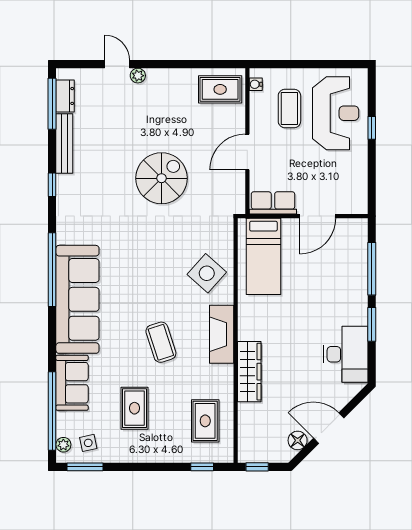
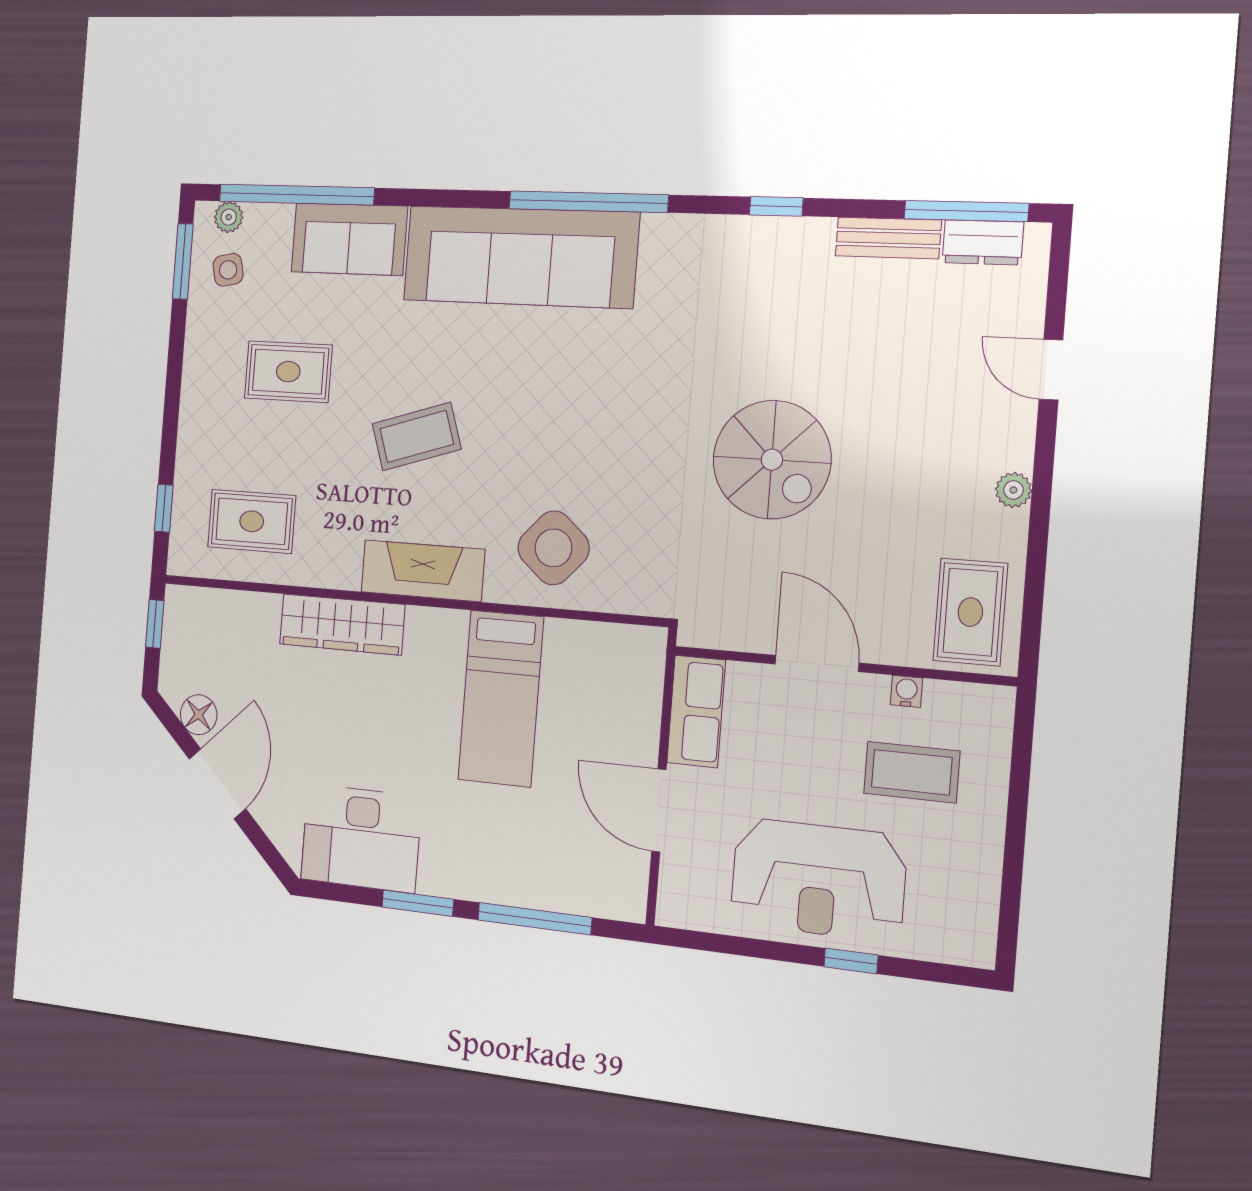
door: (117, 64) -> (1051, 370), swing flipped
plant: (138, 76) -> (1013, 490), moved
water cooler: (256, 84) -> (906, 691), moved
reception desk: (336, 113) -> (818, 880), moved
bench: (64, 144) -> (888, 238), width x0.73
bed: (263, 256) -> (501, 698), moved, turned -90

